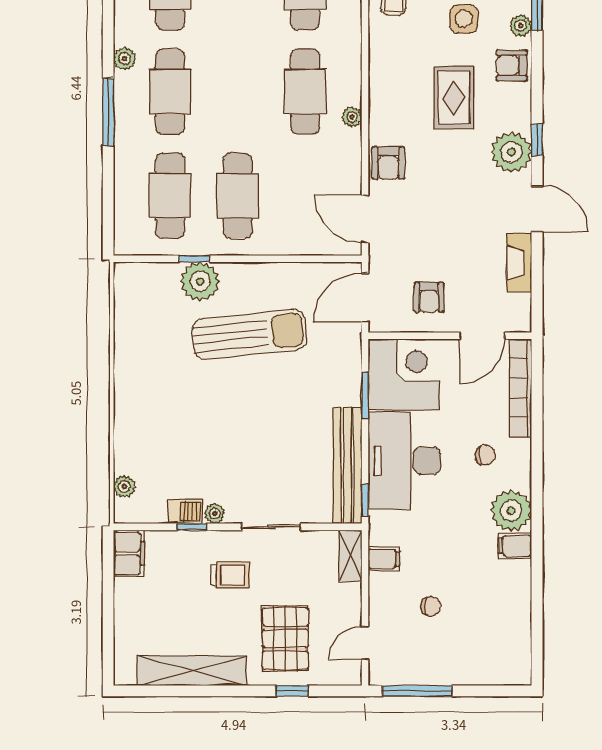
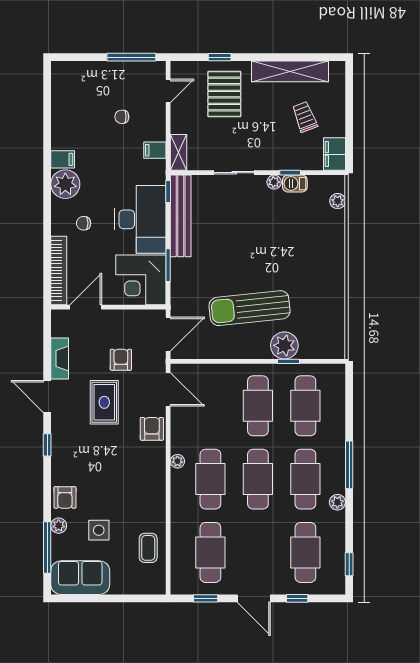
armchair: (512, 66) -> (65, 497), turned 90
cafe table: (238, 92) -> (258, 479), added
rug: (454, 98) -> (104, 402), moved
plant: (511, 152) -> (65, 436), removed
armchair: (429, 297) -> (121, 360), moved
trolley: (230, 575) -> (305, 117), moved, turned 69

